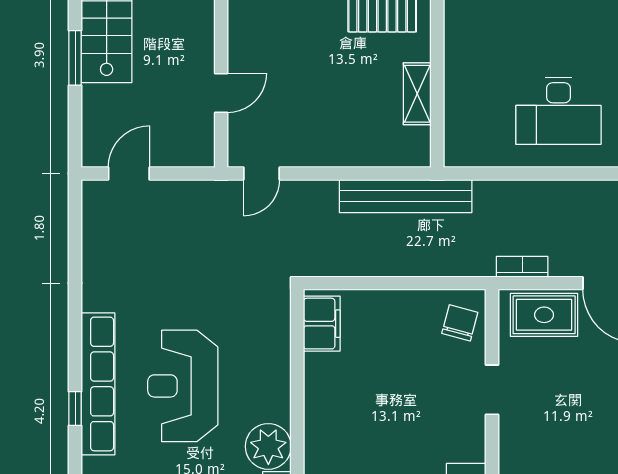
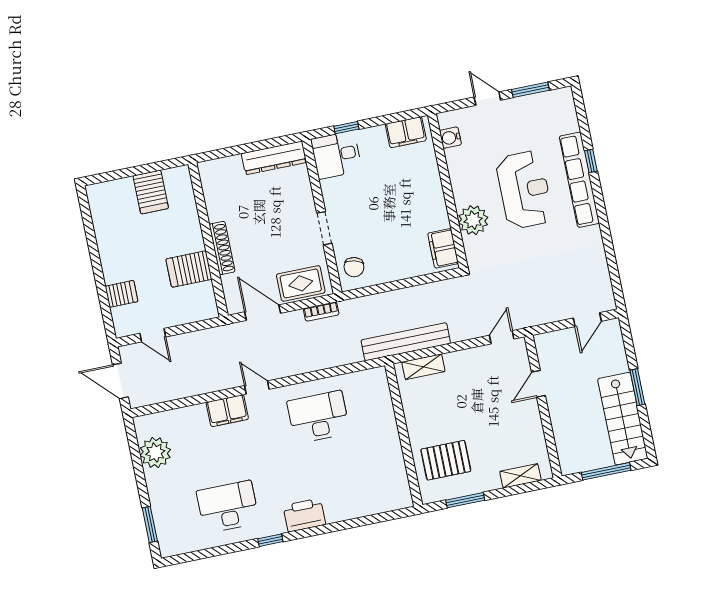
shelving: (417, 94) -> (423, 367), moved, turned 90
plant: (268, 446) -> (473, 220), moved

